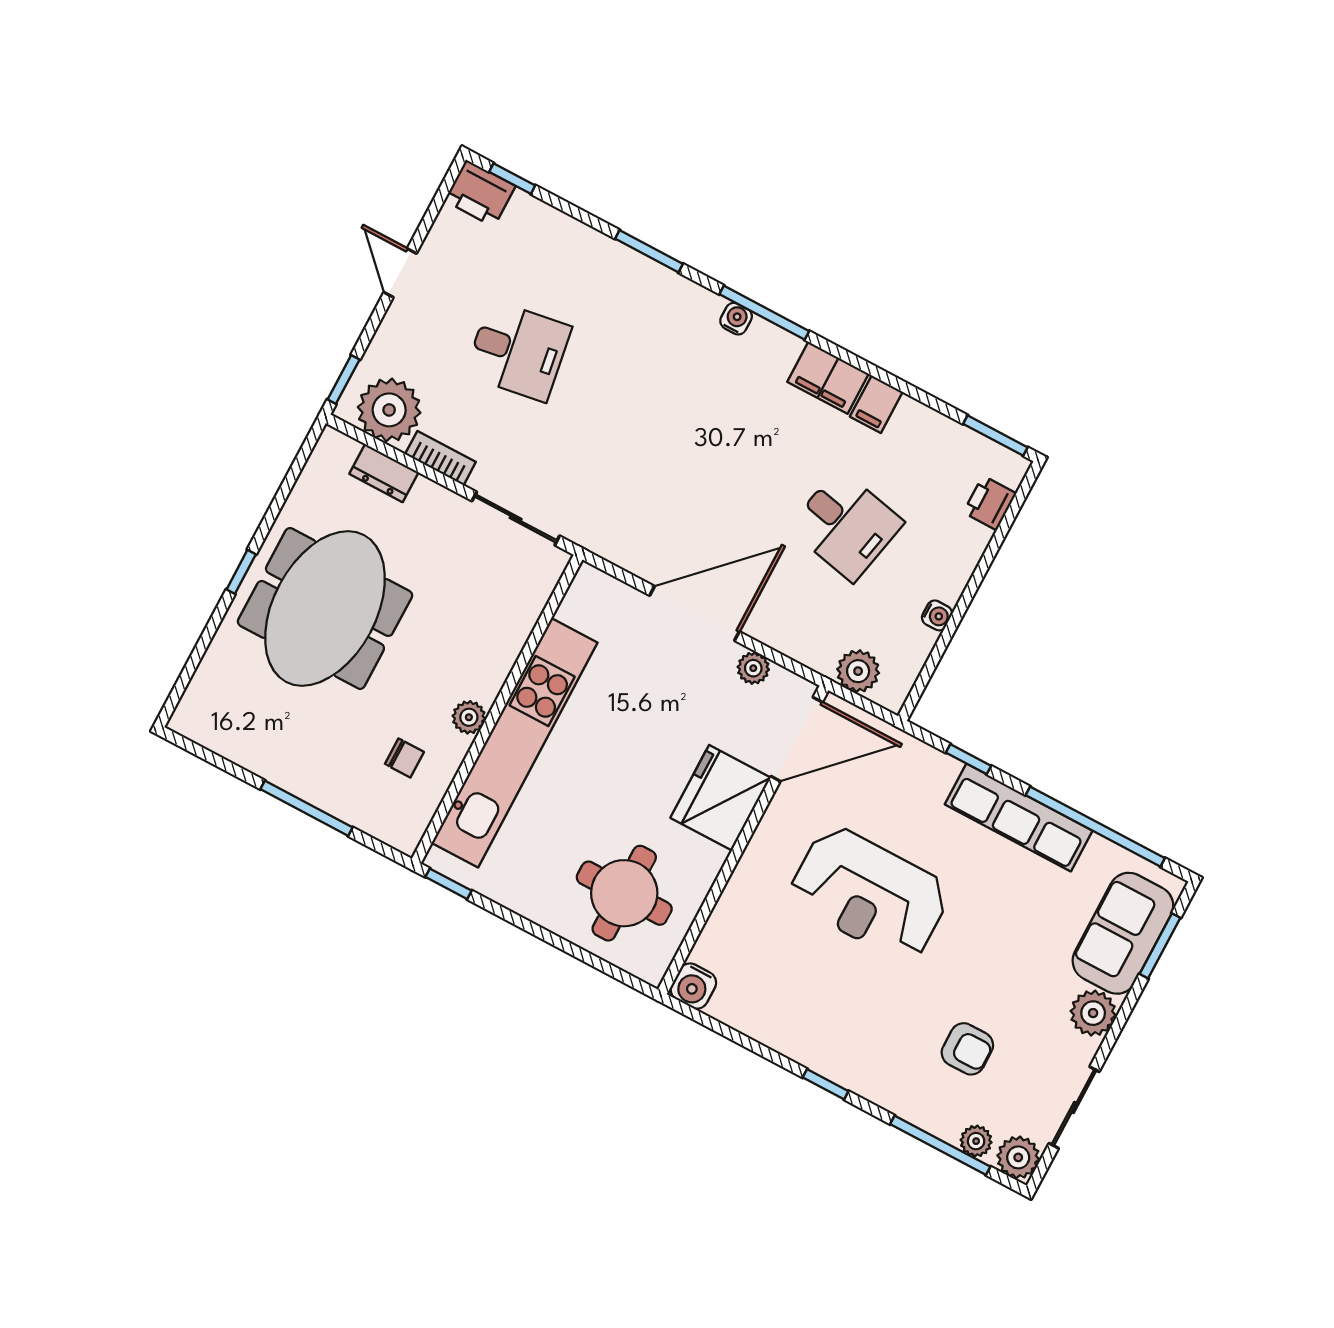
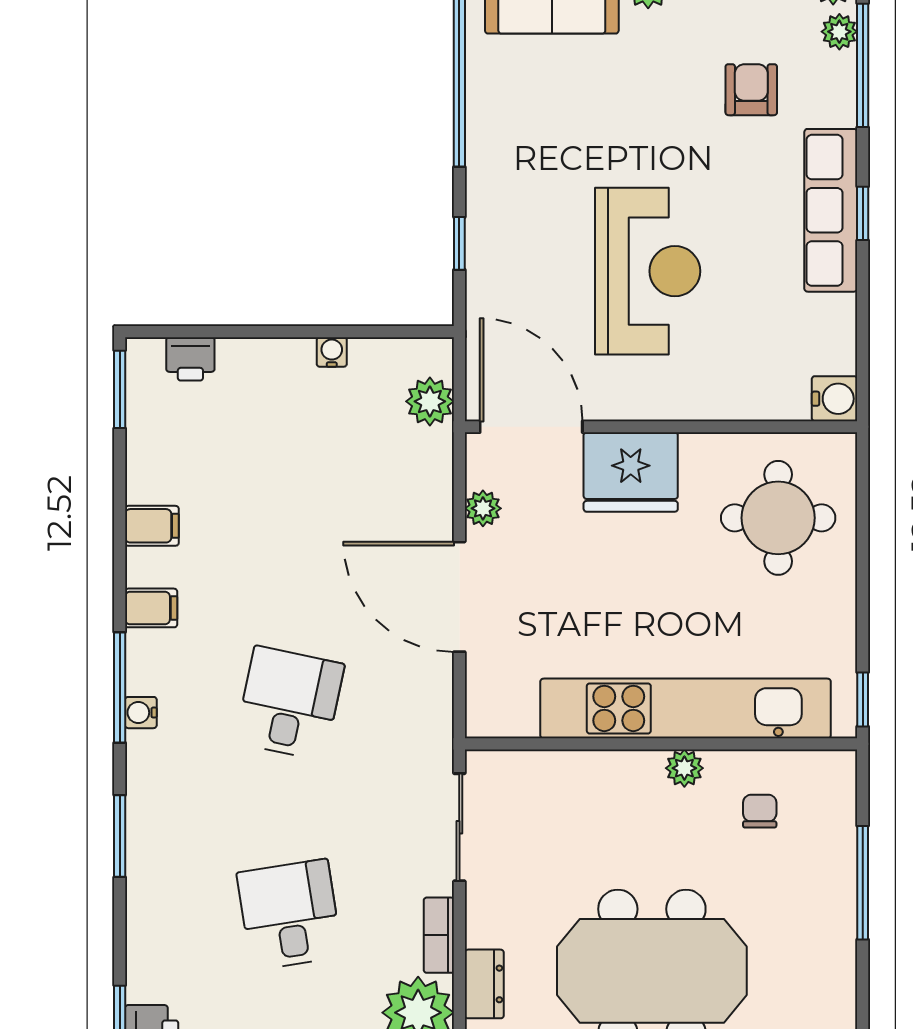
filing cabinet: (828, 378) -> (151, 608), width x0.50
desk: (846, 525) -> (290, 703), moved
row of seats: (1019, 817) -> (831, 210), moved, turned 180

